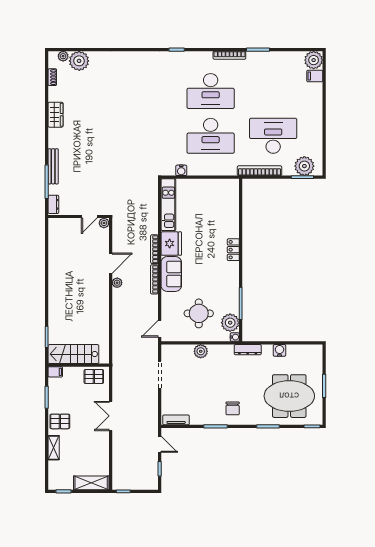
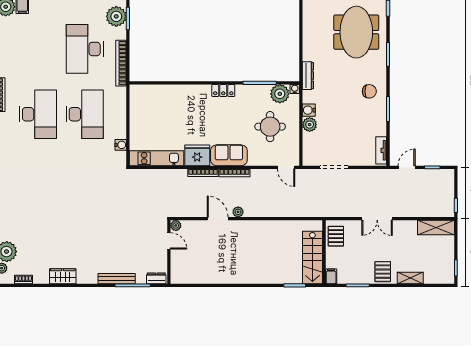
locker: (233, 250) -> (223, 91), moved
water cooler: (279, 350) -> (309, 110), moved
shelving: (91, 483) -> (436, 228), moved, turned 90

